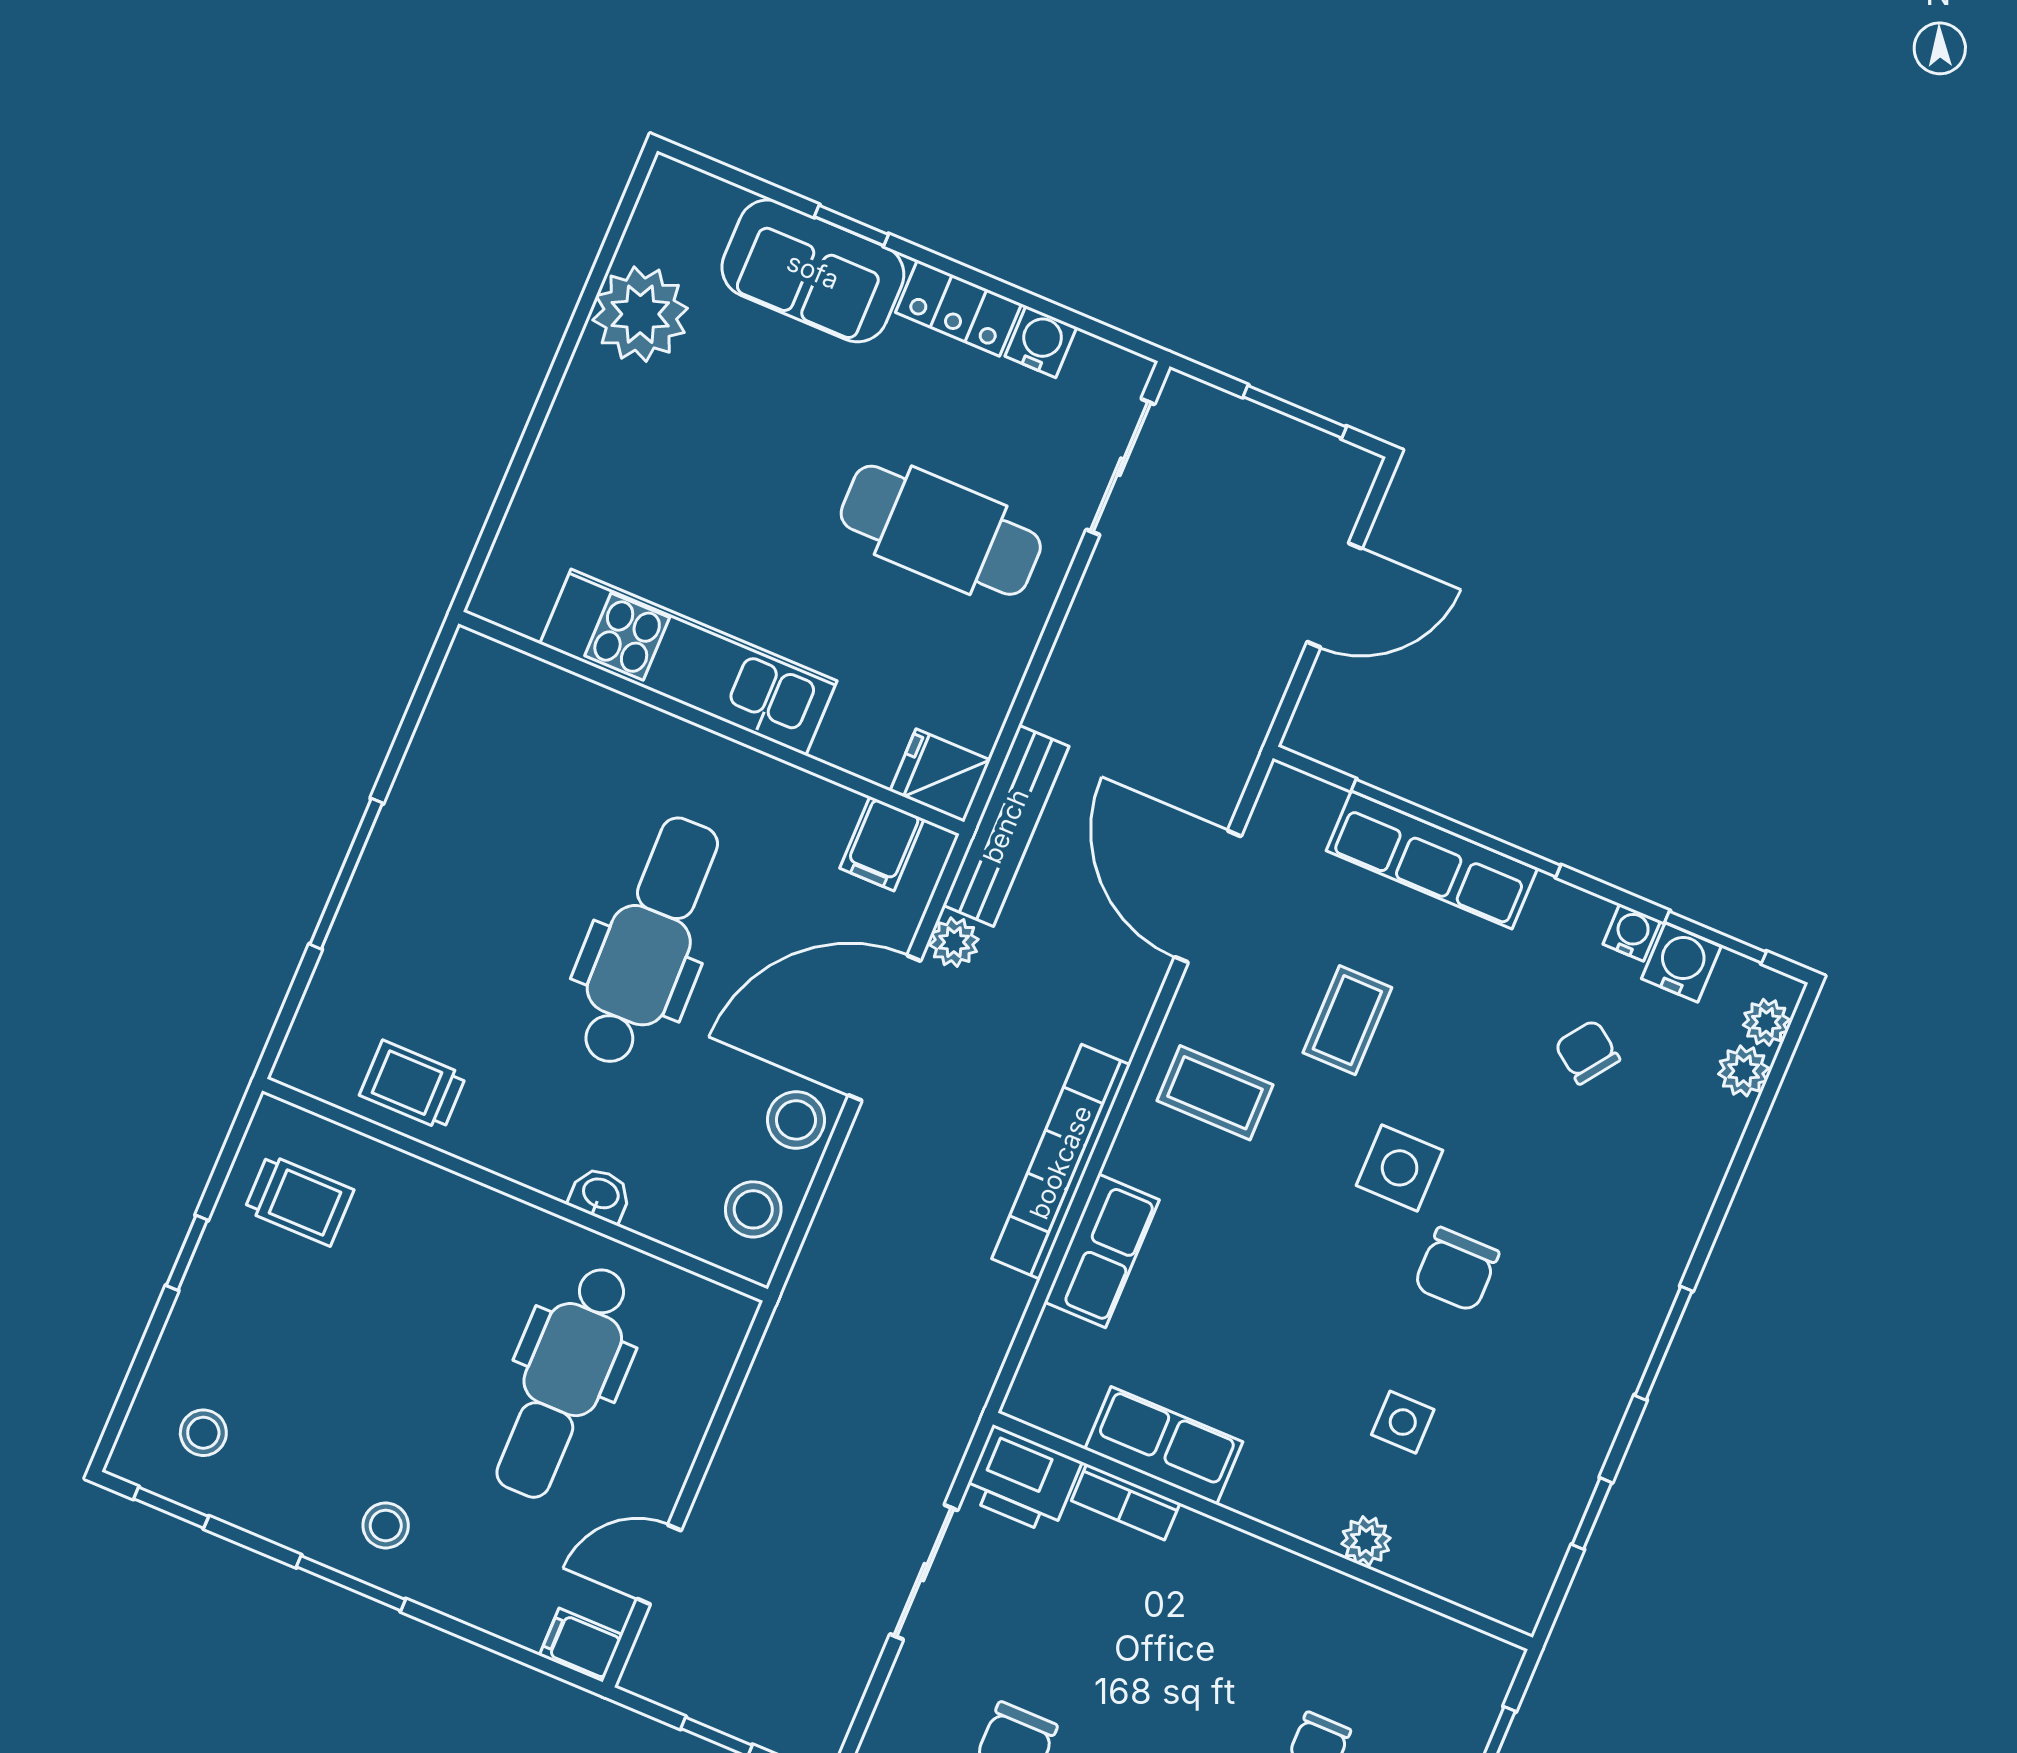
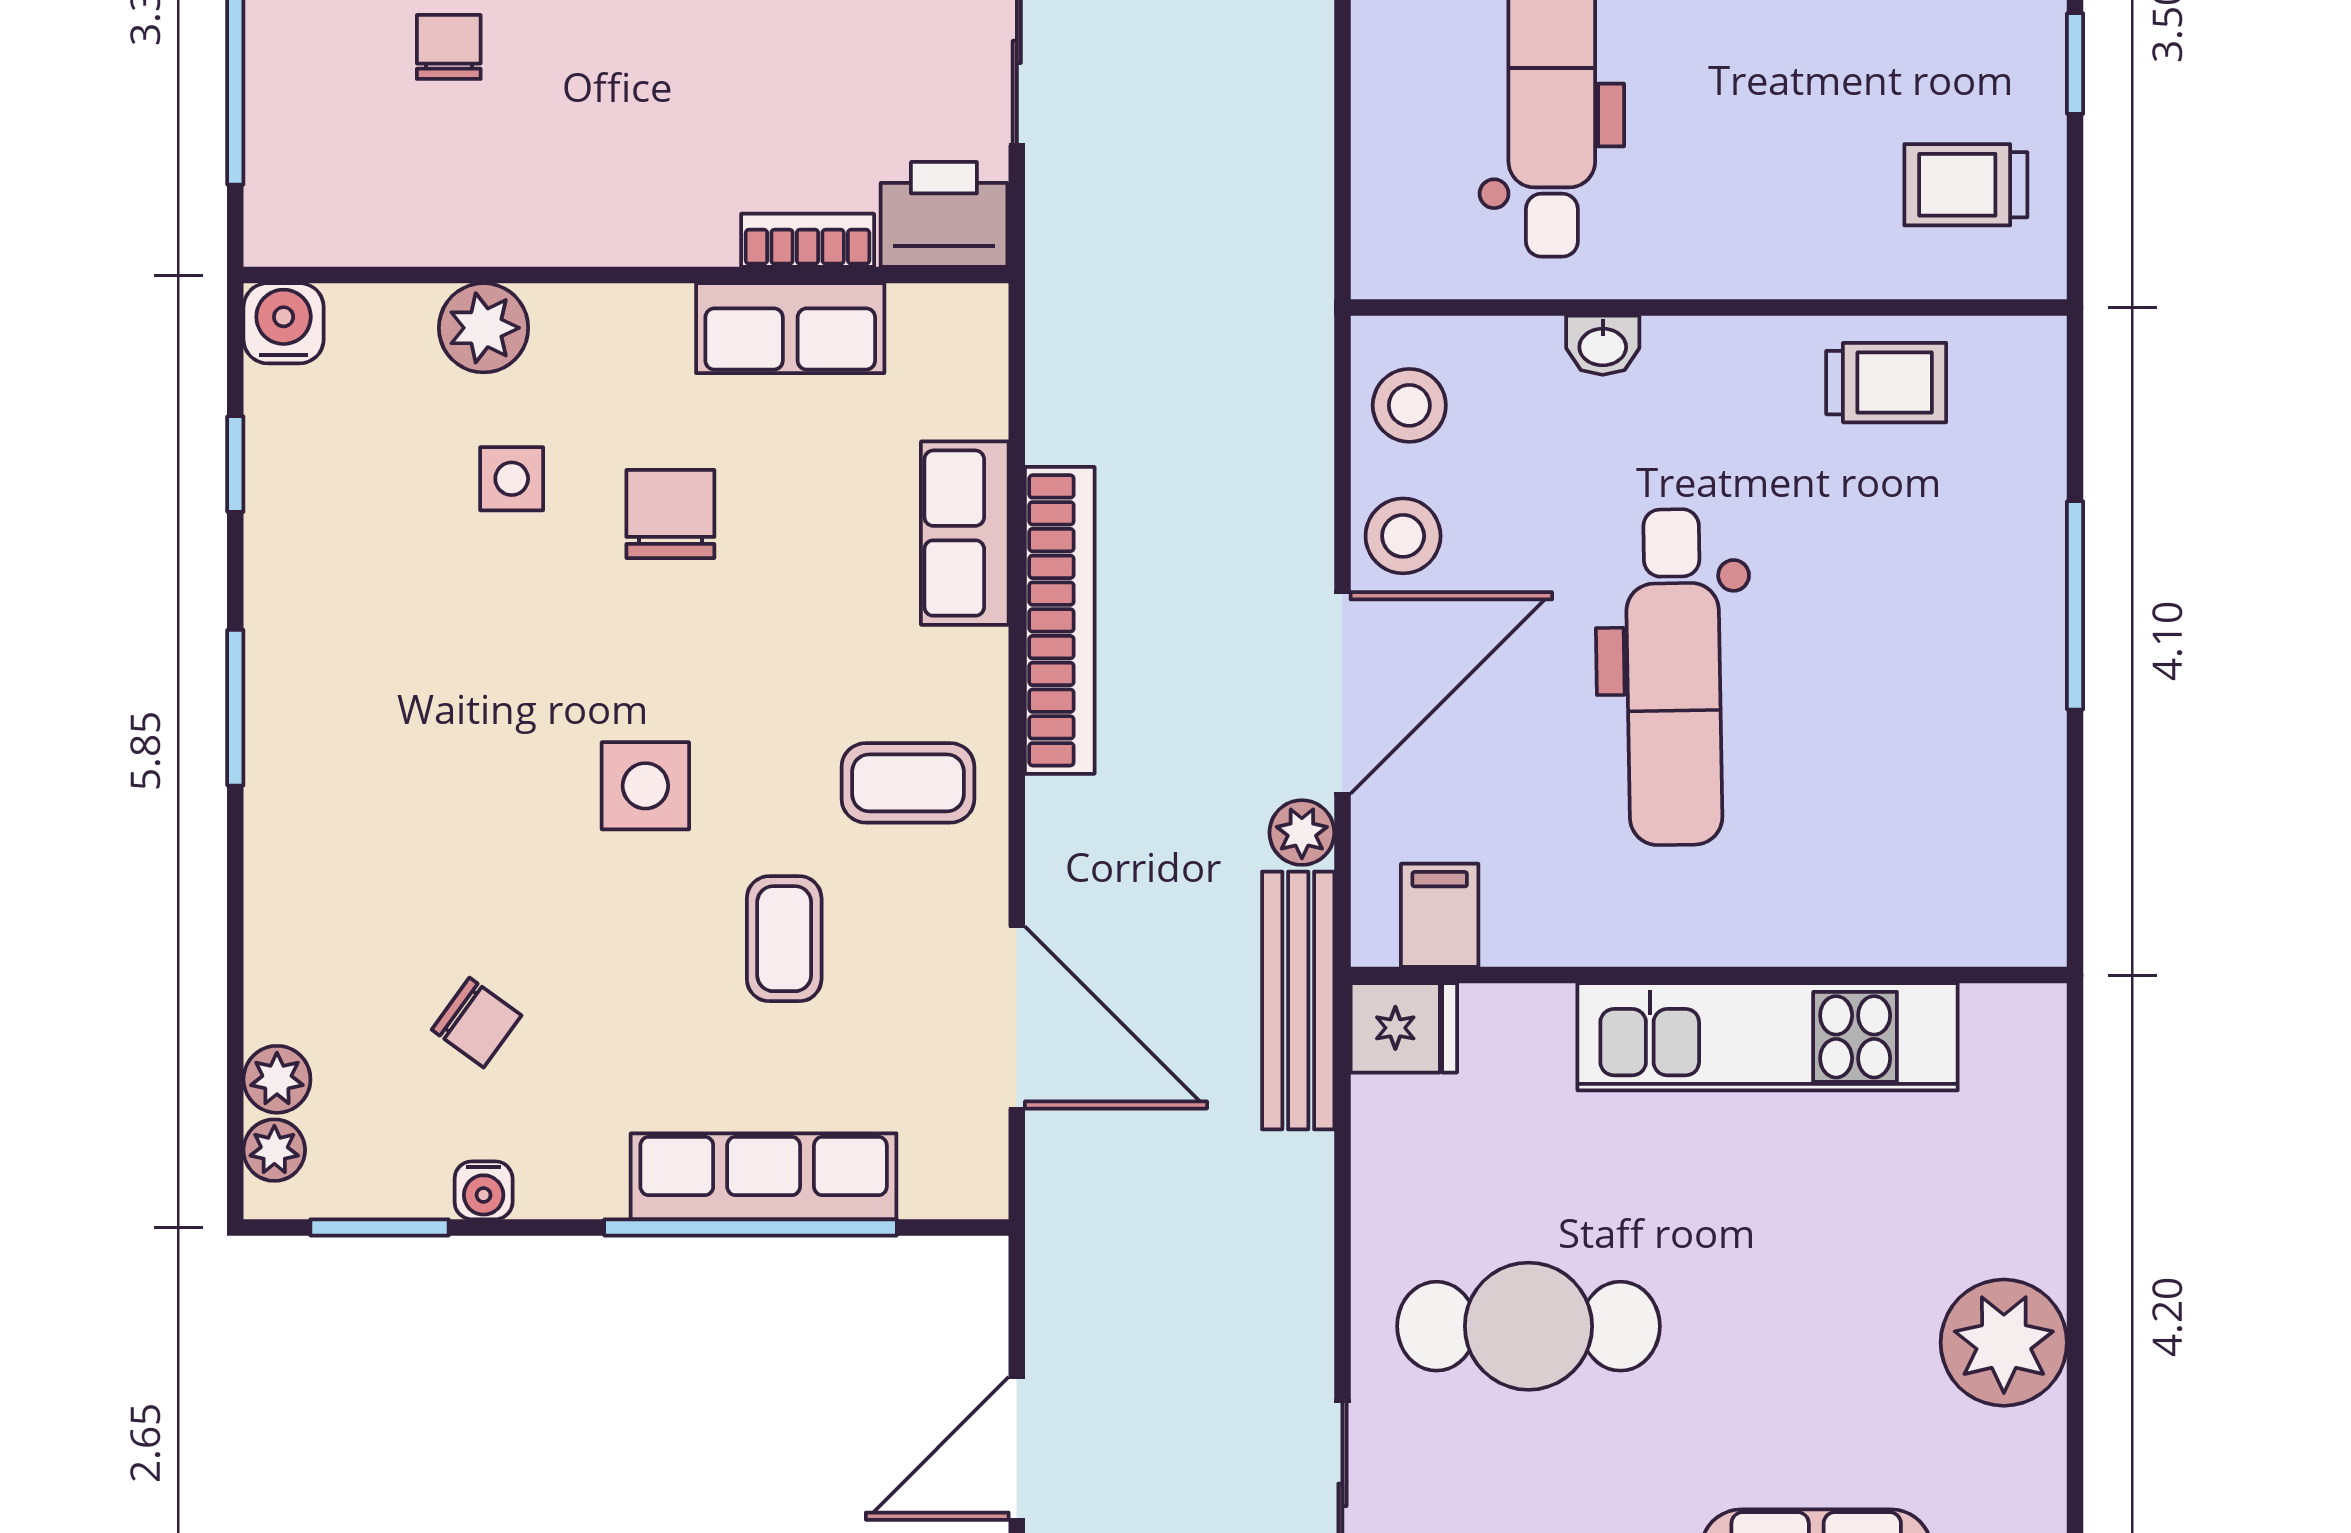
plant: (640, 314) -> (2004, 1343), moved
water cooler: (1681, 963) -> (284, 323), moved, turned 180
chair: (1456, 1270) -> (670, 514), moved
plant: (1366, 1541) -> (484, 328), width x1.38, depth x1.38

